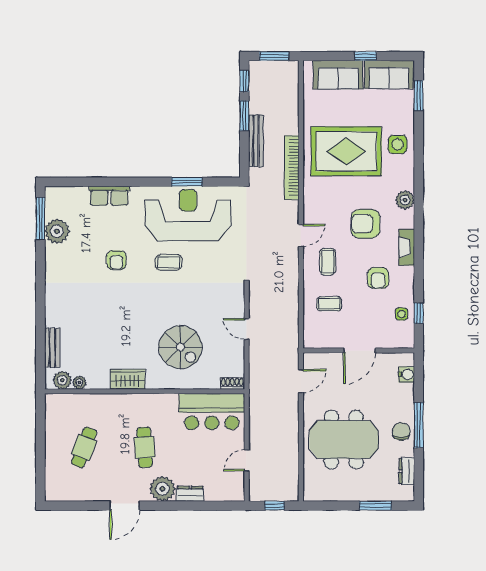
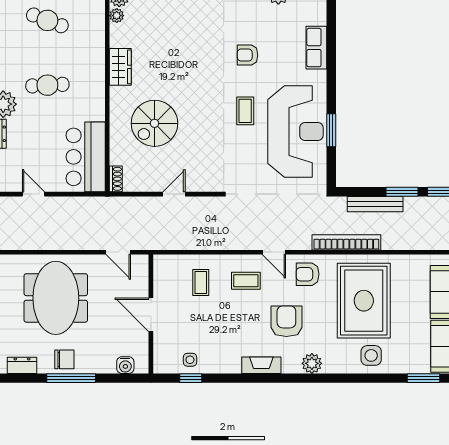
armchair: (378, 278) -> (308, 274), moved

